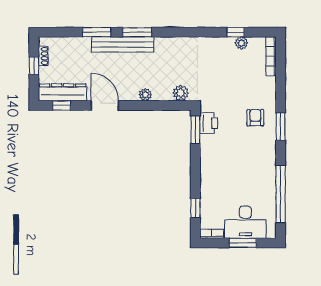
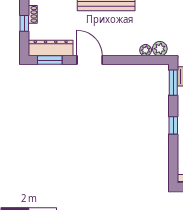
plant: (145, 95) -> (146, 50), moved
window: (62, 105) -> (50, 60), width x1.50
window: (195, 208) -> (173, 125), moved

